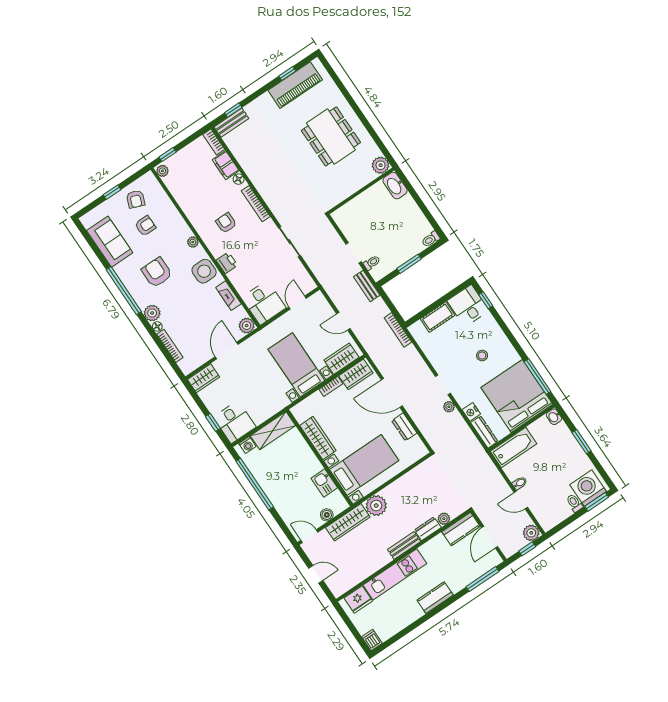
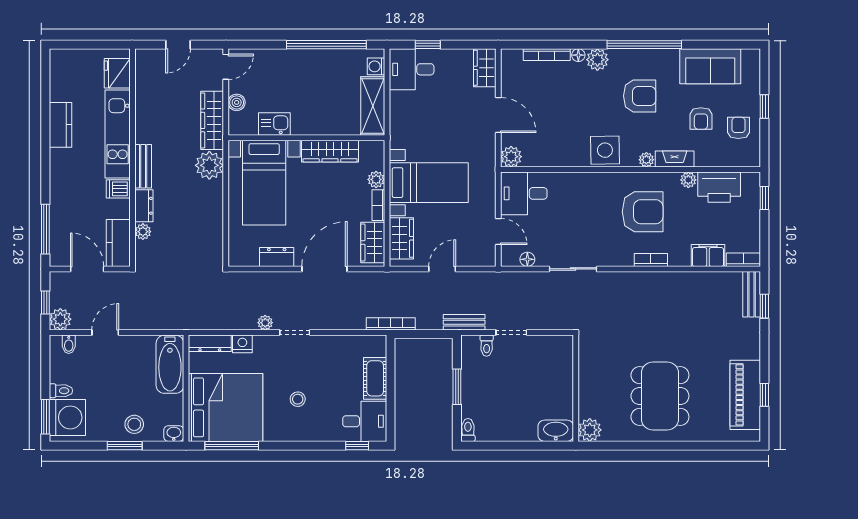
dining table: (331, 136) -> (660, 396), turned 90
plant: (163, 171) -> (688, 180), moved
floor lamp: (239, 179) -> (527, 259), moved
armchair: (136, 199) -> (738, 128), turned 69
bookcase: (256, 204) -> (651, 260), width x0.64
armchair: (226, 223) -> (643, 212), width x1.88, depth x1.88
printer: (227, 263) -> (719, 187), moved, width x1.87, depth x1.48
fireplace: (228, 296) -> (675, 159), moved
plant: (316, 398) -> (376, 179), added
stool: (565, 445) -> (134, 424), added
bidet: (520, 483) -> (69, 344), moved
kitchen counter: (435, 598) -> (61, 125), moved
dishwasher: (372, 640) -> (118, 189), moved, turned 180

